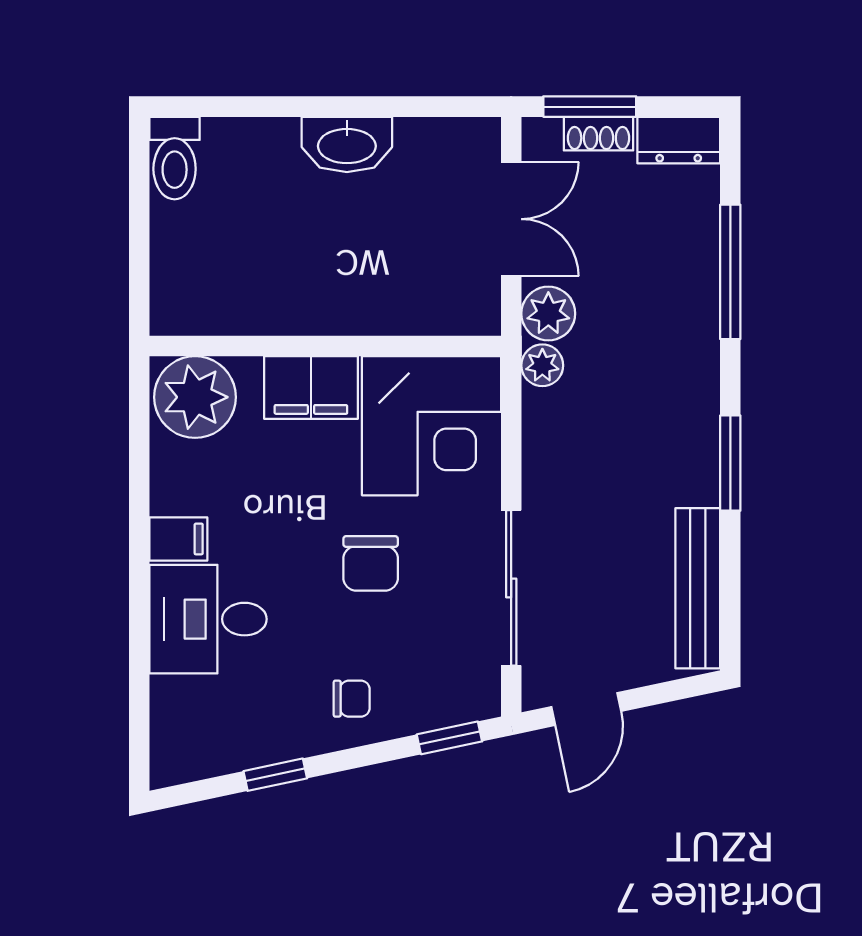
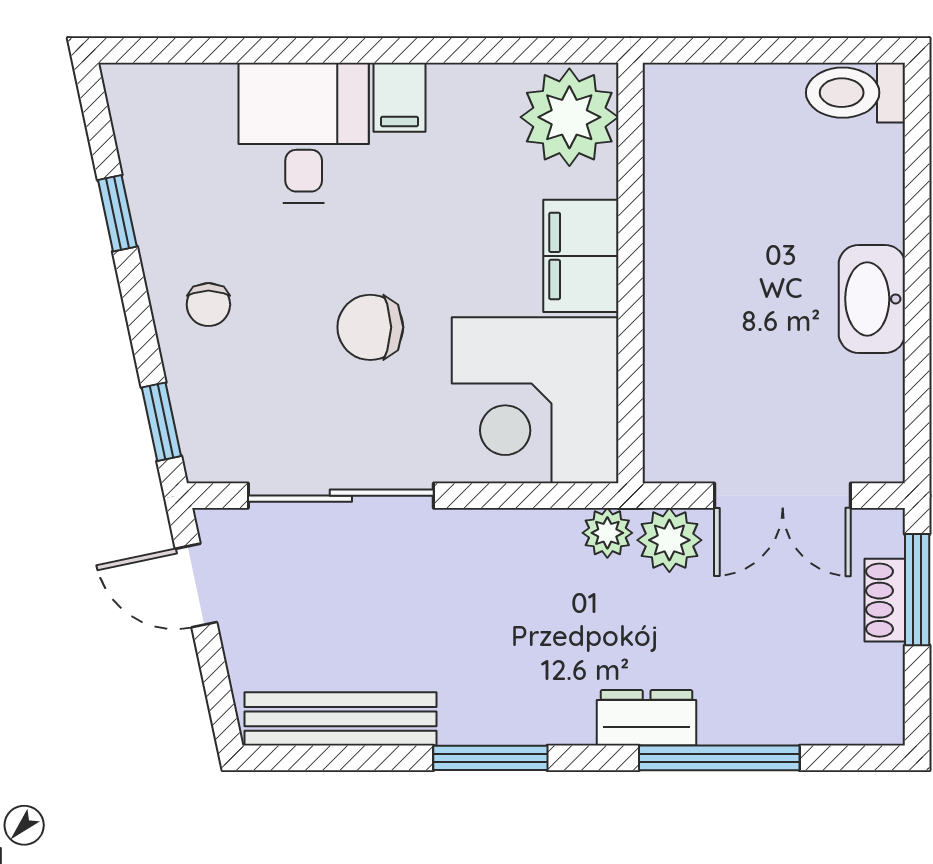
dresser: (679, 140) -> (647, 718), moved, turned 90

